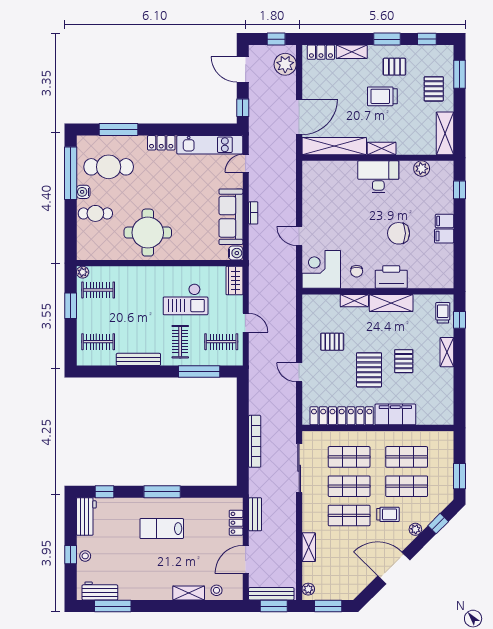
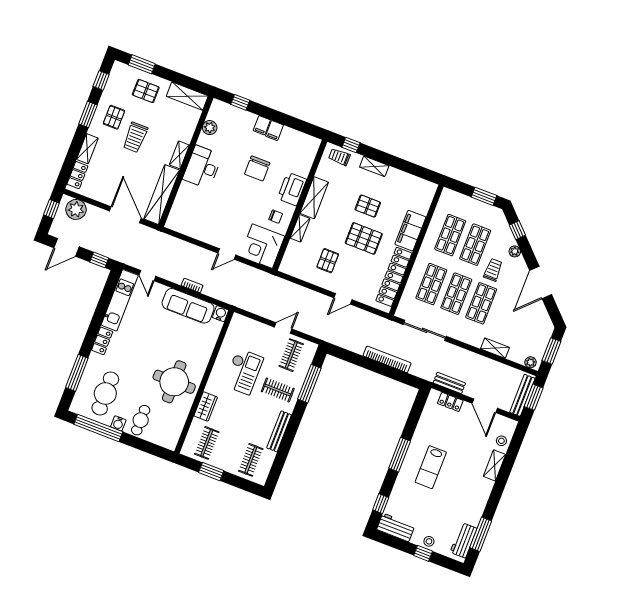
plant: (83, 272) -> (186, 450), removed
wardrobe: (234, 281) -> (206, 406), moved, turned -90

